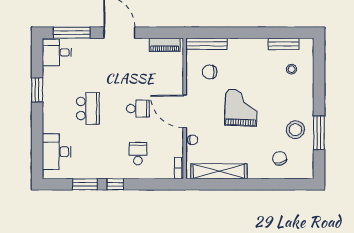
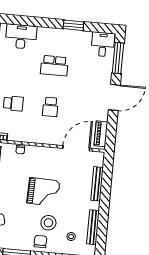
bench: (206, 44) -> (97, 184), moved
bench: (284, 44) -> (93, 227), width x1.36
chair: (210, 72) -> (40, 242), moved
door: (185, 111) -> (76, 148), moved
stool: (295, 130) -> (48, 223), moved

